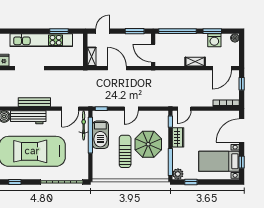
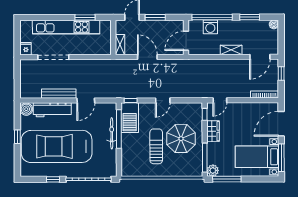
window: (135, 31) -> (155, 17), moved
washing machine: (214, 40) -> (210, 27), moved
door: (153, 53) -> (186, 41), hinge flipped
door: (70, 109) -> (86, 101), moved
bicycle: (84, 125) -> (112, 133), moved
barbecue: (100, 135) -> (130, 118), moved
window: (242, 162) -> (281, 158), width x2.17
window: (15, 182) -> (53, 179), moved
window: (191, 182) -> (227, 179), width x2.17

